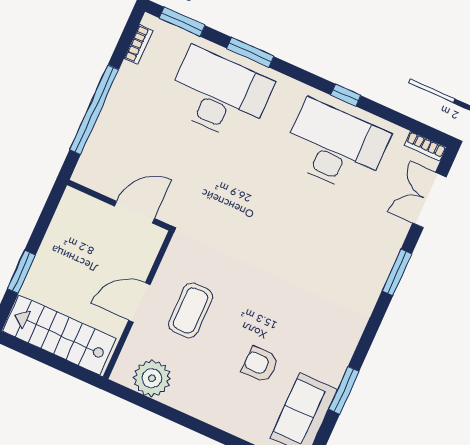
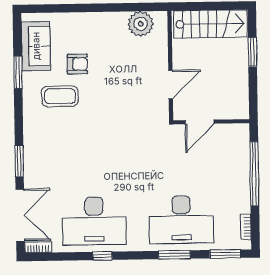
double door: (429, 200) -> (20, 215), width x1.37
door: (139, 302) -> (171, 84), moved
coffee table: (190, 310) -> (60, 96), moved, turned 90

